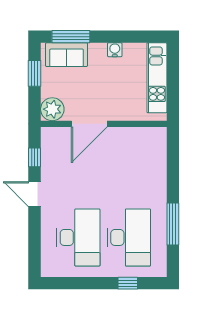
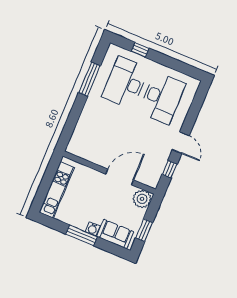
window: (71, 37) -> (82, 235), moved
water cooler: (115, 50) -> (93, 229), moved
desk: (78, 237) -> (162, 98), turned 180

